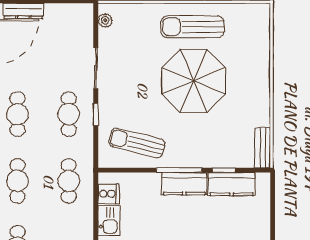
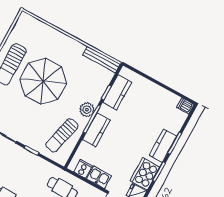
cafe table: (69, 114) -> (22, 167), removed
bench: (263, 148) -> (101, 60), width x1.36
plant: (188, 157) -> (87, 110), added
kitchen counter: (184, 184) -> (96, 130), moved

